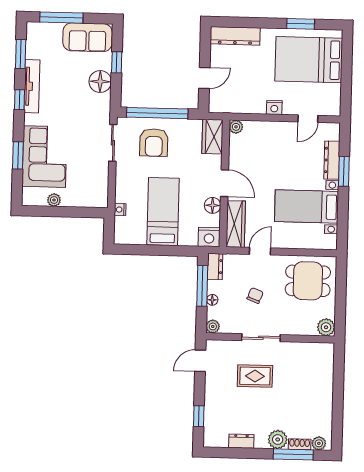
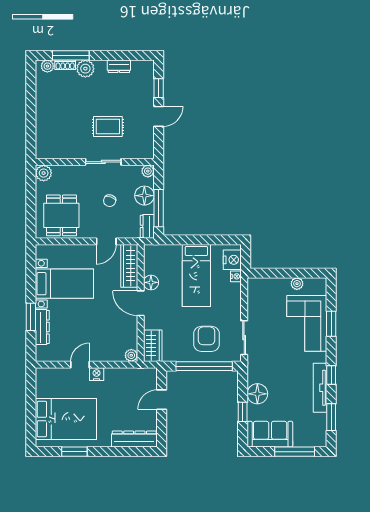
door: (308, 119) -> (80, 365), moved
nightstand: (209, 237) -> (232, 260), moved, turned 90
dining table: (308, 281) -> (61, 215), turned 90
floor lamp: (212, 300) -> (144, 196), width x1.89, depth x1.89
door: (200, 361) -> (159, 116), moved

